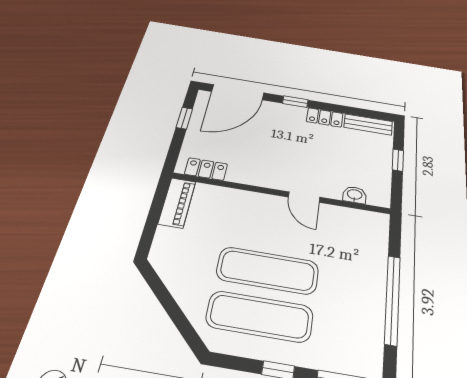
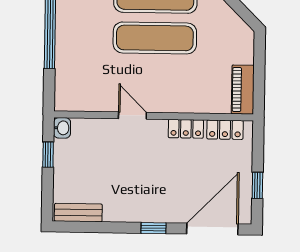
locker: (325, 117) -> (186, 129), moved, turned 180
window: (398, 160) -> (48, 155), moved
washbasin: (355, 195) -> (62, 128), moved, turned -90

